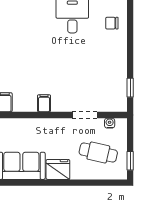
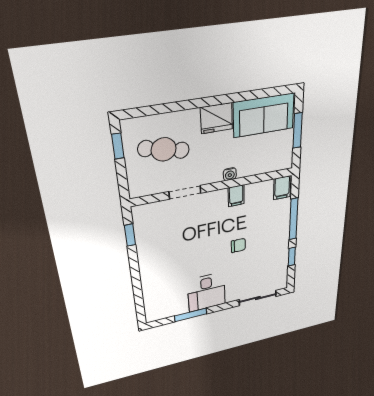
chair: (112, 23) -> (238, 245), moved
water cooler: (110, 123) -> (230, 174), moved

